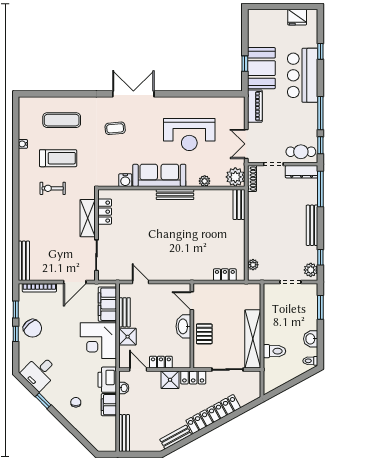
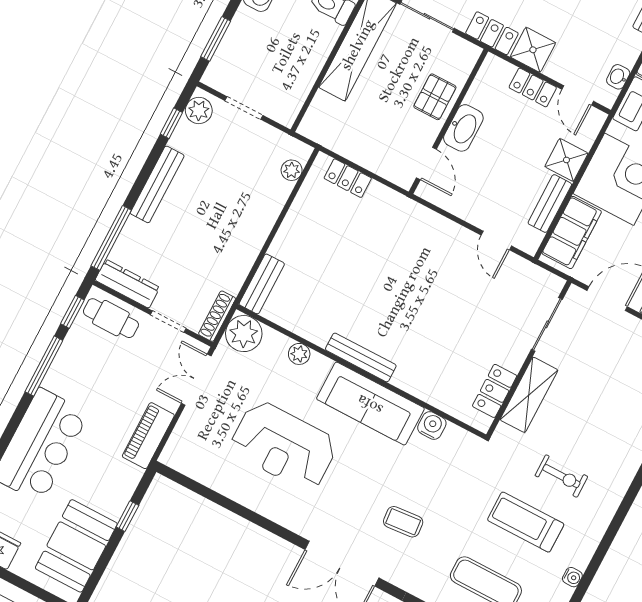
booth: (261, 68) -> (76, 546), moved
reception desk: (189, 135) -> (284, 446), turned 180
double door: (246, 144) -> (196, 380), swing flipped

